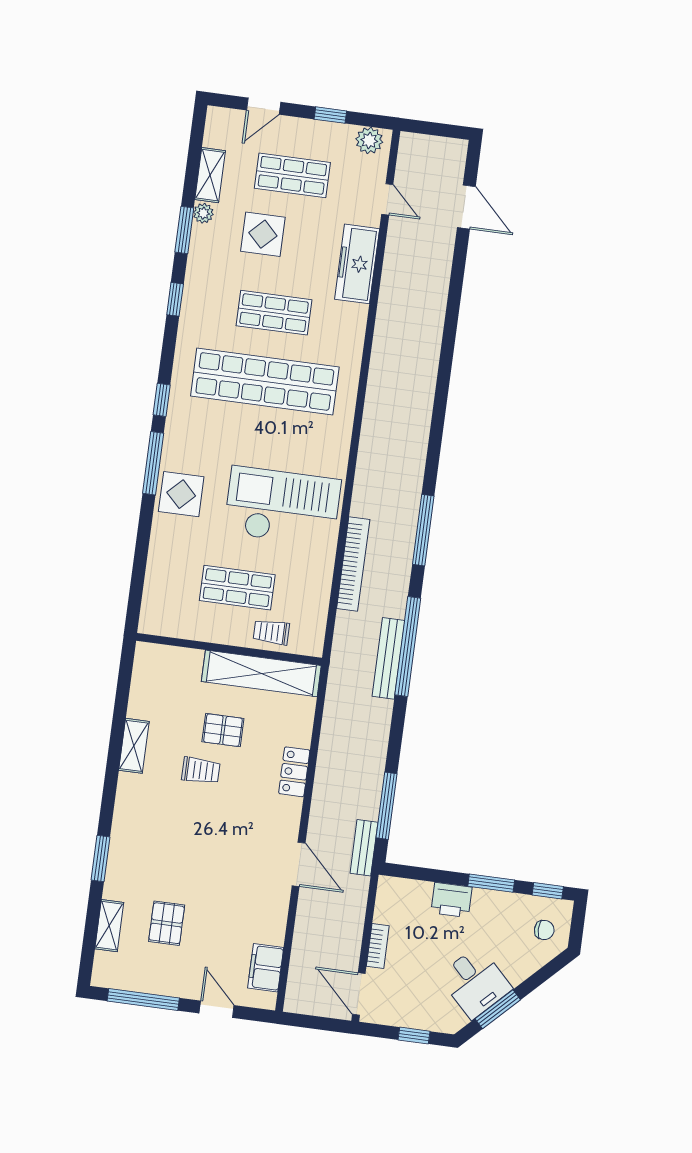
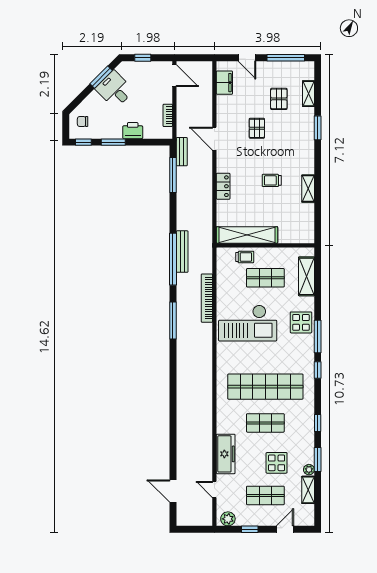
shelving: (159, 580) -> (306, 276), added
pallet: (223, 730) -> (257, 128), moved, turned 90
bookcase: (378, 946) -> (168, 115), moved

